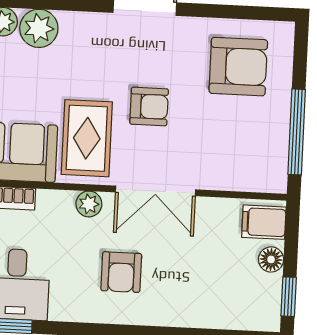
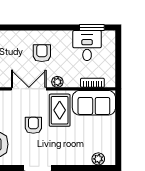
plant: (39, 28) -> (83, 157), removed
armchair: (149, 107) -> (33, 125), turned 90

